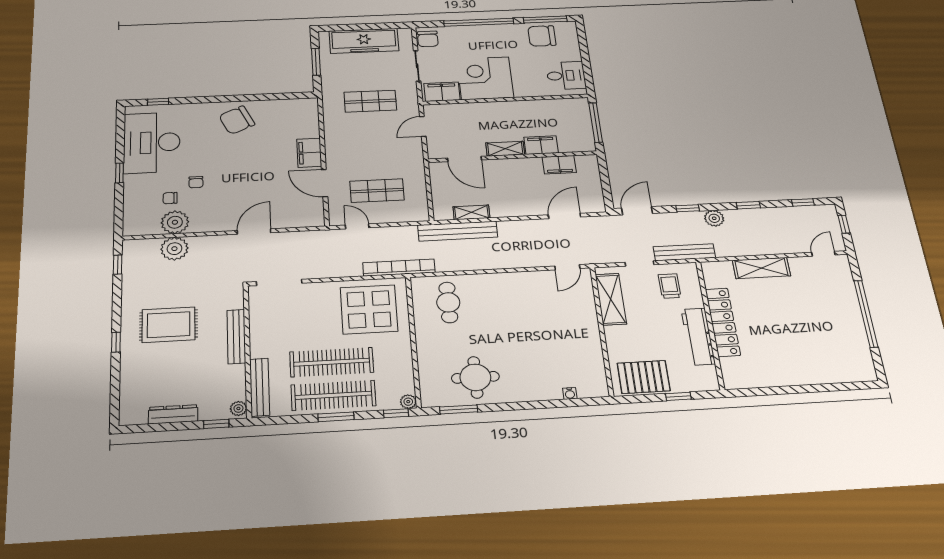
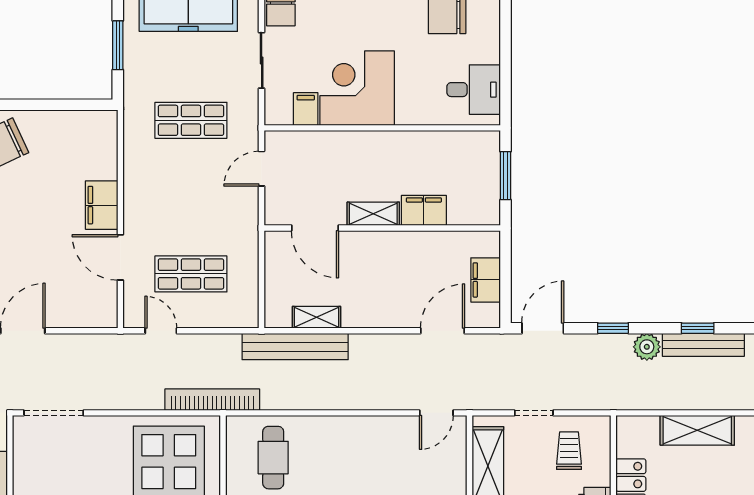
filing cabinet: (442, 92) -> (306, 109), width x0.50
window: (596, 122) -> (505, 176), width x0.69
filing cabinet: (559, 165) -> (486, 280), moved, turned 90
bench: (684, 252) -> (703, 345), moved

